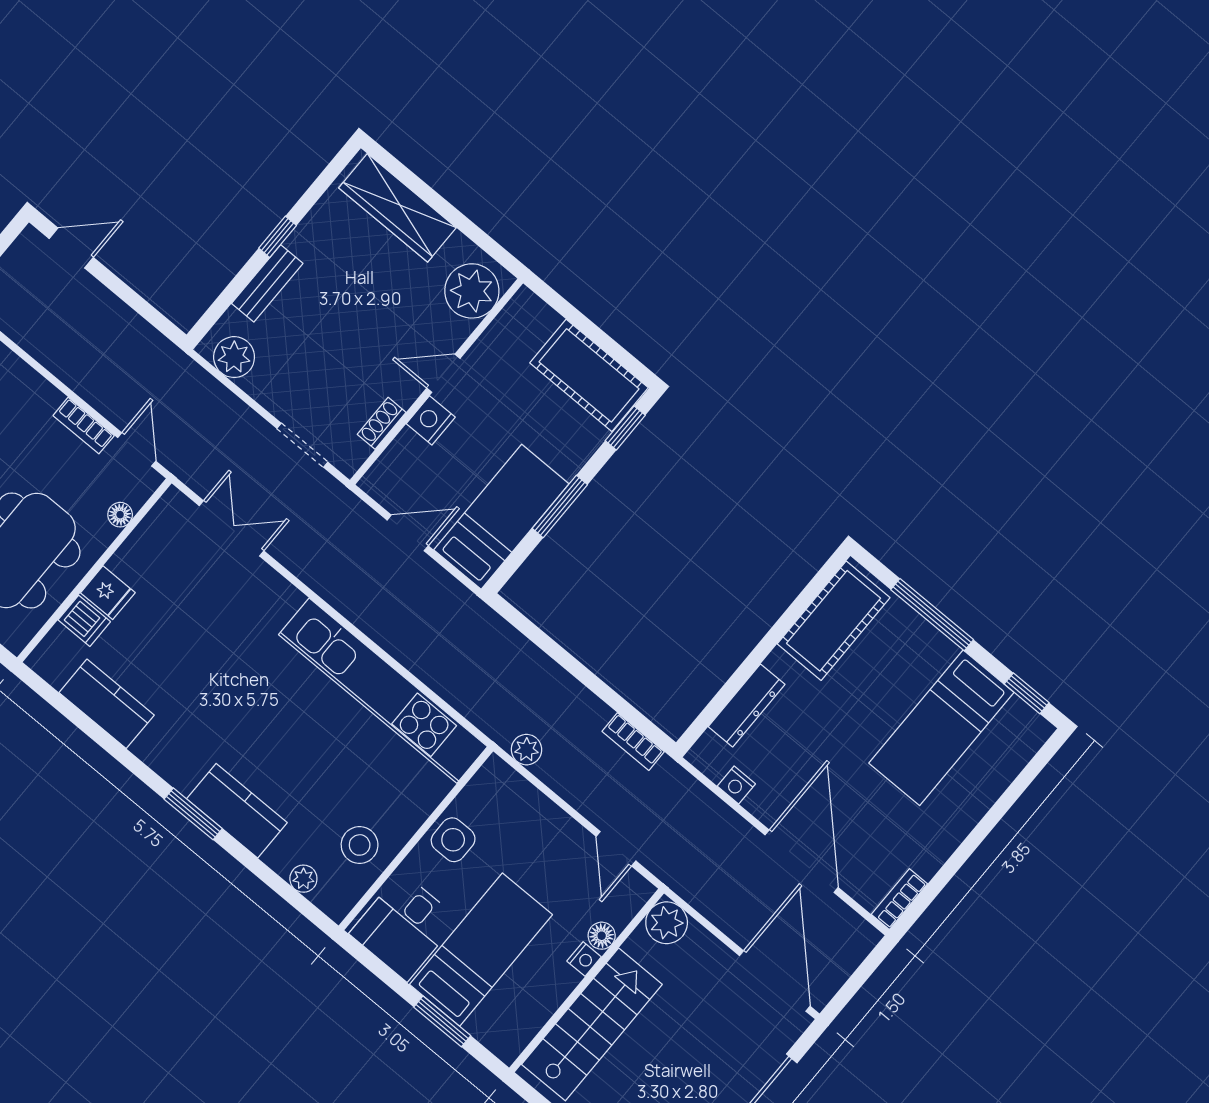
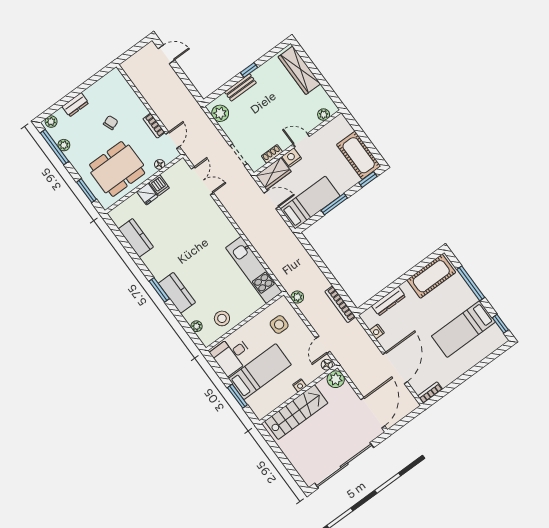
plant: (472, 291) -> (324, 115), width x0.53, depth x0.53
wardrobe: (397, 469) -> (273, 174), added
dishwasher: (84, 621) -> (159, 185), moved
kitchen unit: (383, 691) -> (254, 270), width x0.73
bookcase: (633, 742) -> (340, 304), width x1.56
side table: (453, 840) -> (279, 325), moved
floor lamp: (602, 936) -> (327, 365), moved

